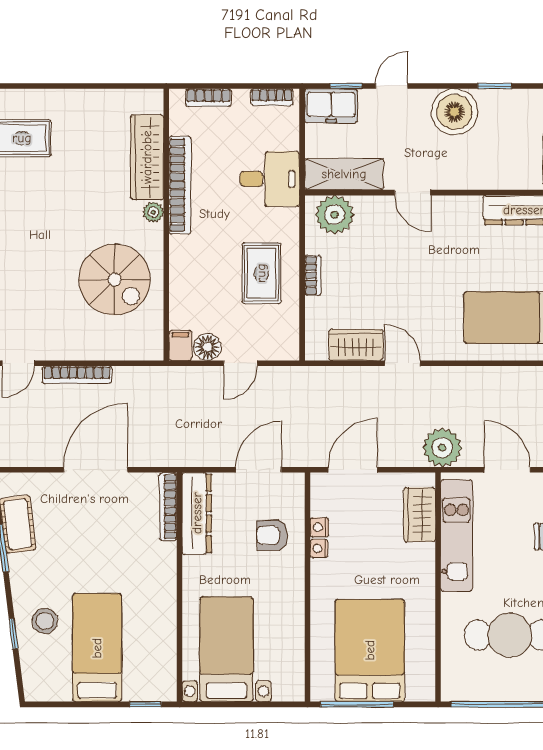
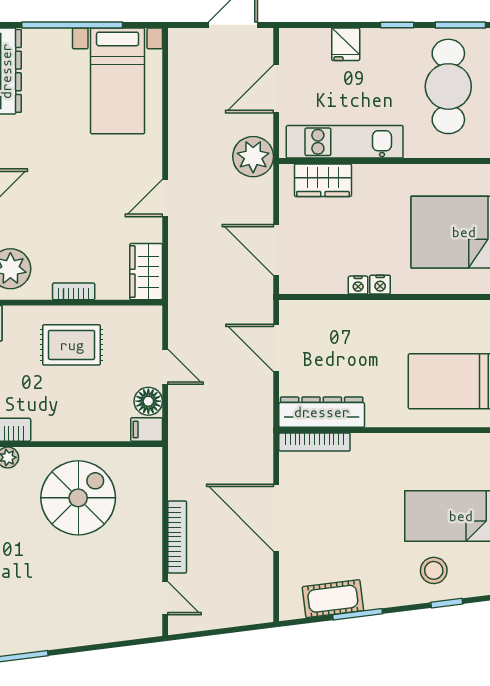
wardrobe: (356, 345) -> (146, 272), moved
nightstand: (319, 527) -> (380, 285), moved
armchair: (272, 535) -> (344, 333), removed

